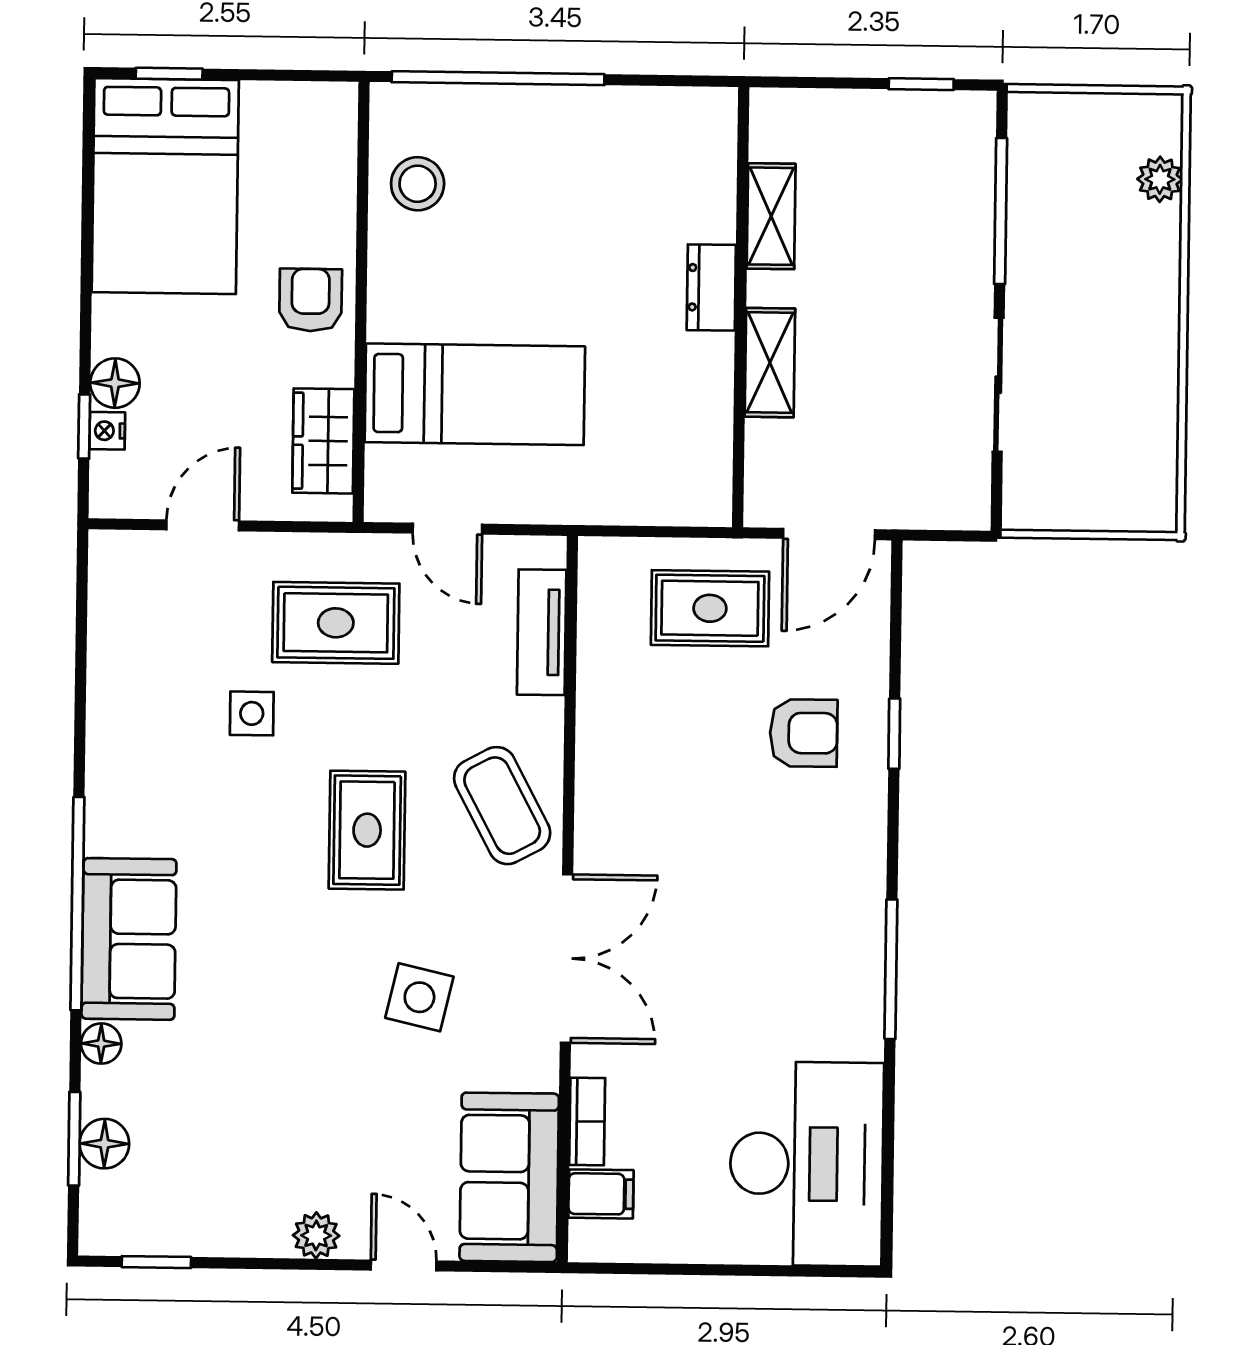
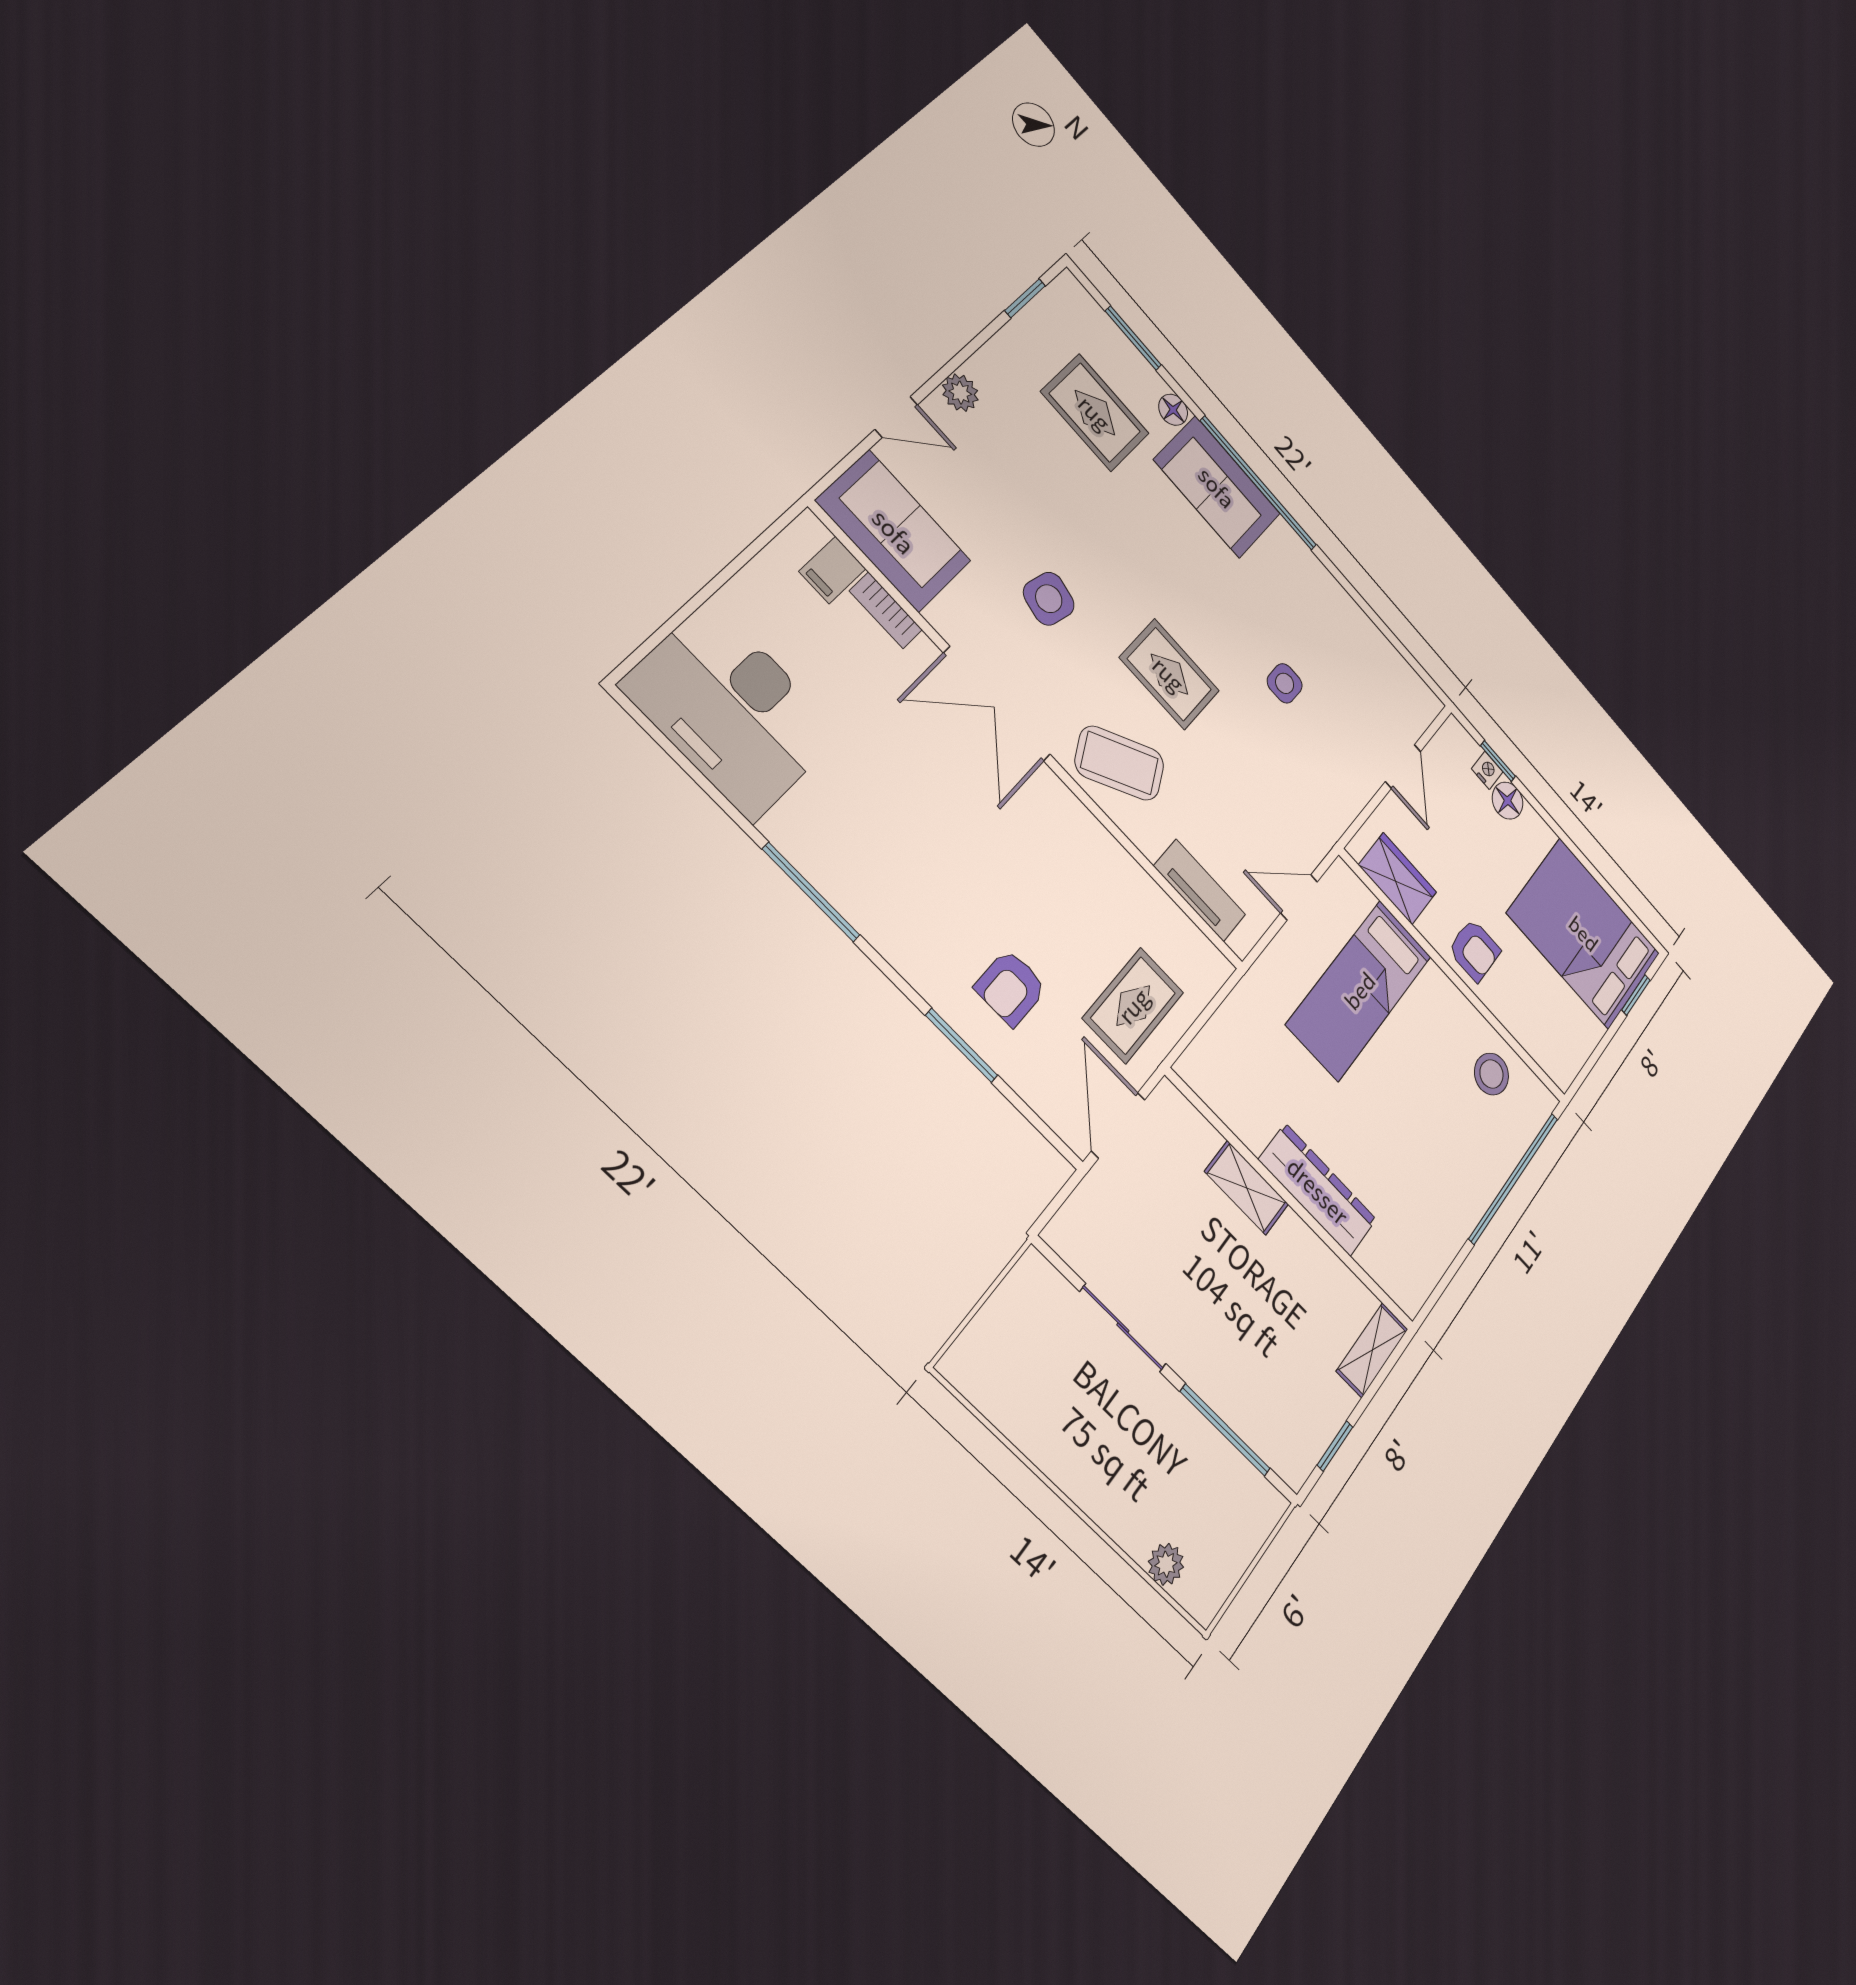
shelving: (771, 216) -> (1372, 1350), moved, turned 90
dresser: (711, 287) -> (1318, 1190), width x1.96, depth x1.24
rug: (336, 623) -> (1095, 413), moved, turned 90
window: (894, 734) -> (962, 1045), width x1.50
floor lamp: (104, 1144) -> (1117, 349), removed

